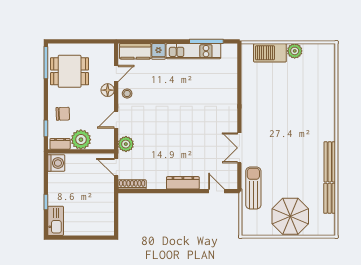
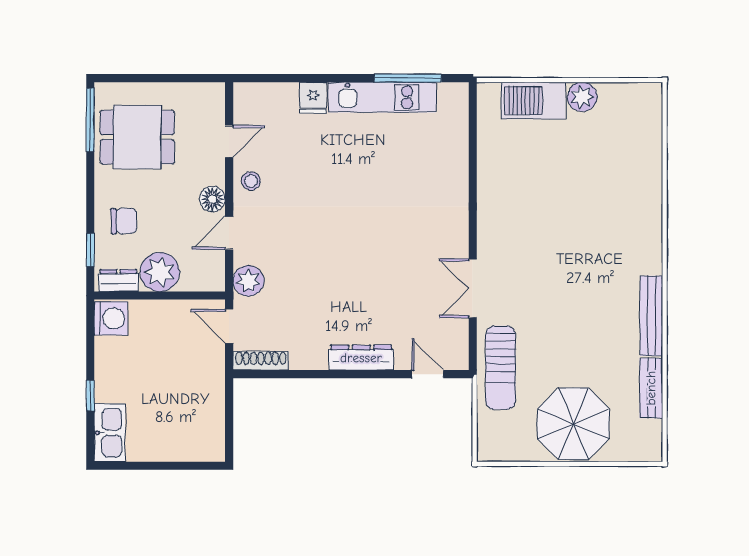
kitchen counter: (135, 51) -> (267, 97), removed
floor lamp: (108, 90) -> (212, 199), moved
sun lounger: (253, 188) -> (501, 368), turned 180

